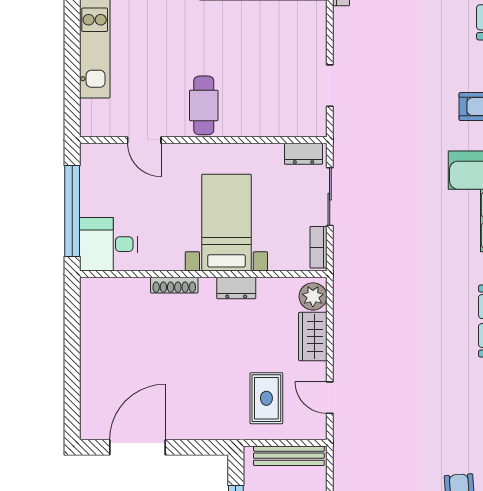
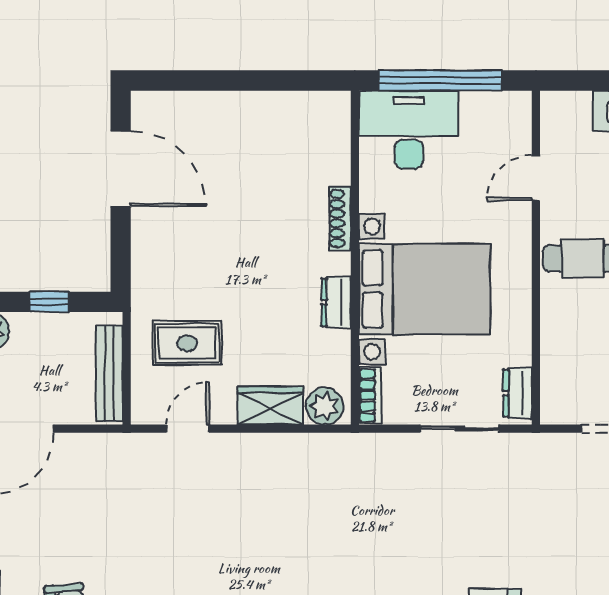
bed with nightstands: (226, 223) -> (424, 289), width x1.36
desk: (109, 244) -> (409, 130), width x1.37
bookcase: (318, 247) -> (370, 395), moved, turned 90

